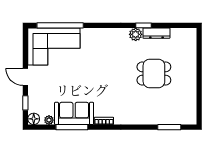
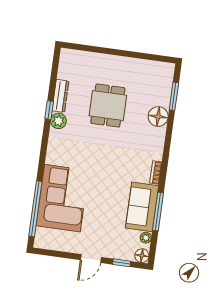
corner sofa: (54, 46) -> (62, 198), moved
floor lamp: (151, 116) -> (158, 117), added

